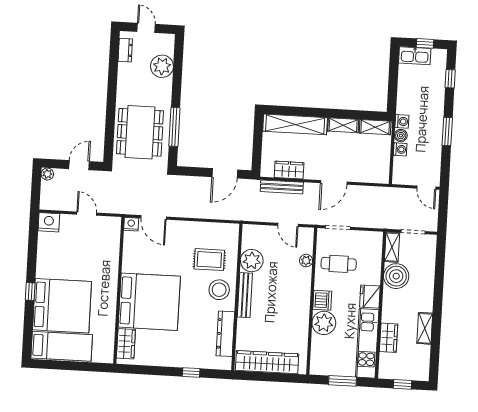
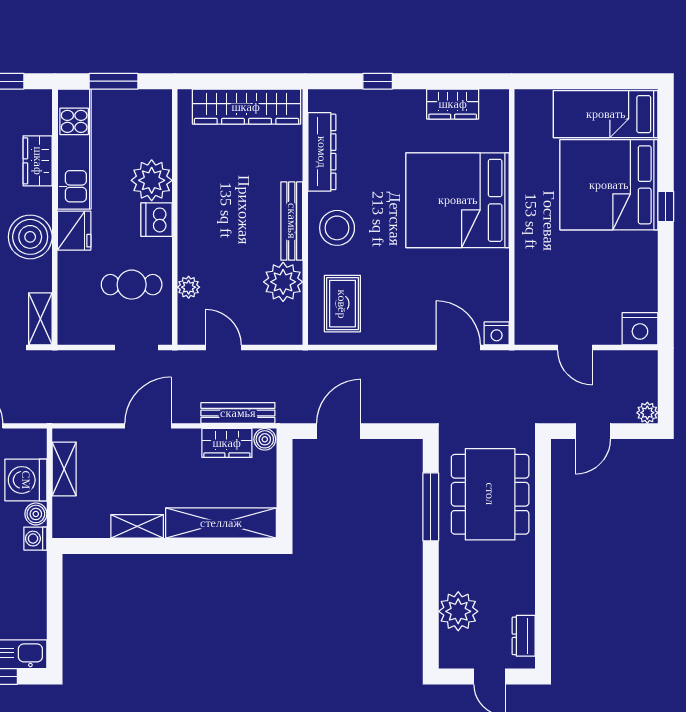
shelving: (375, 127) -> (64, 469), moved, turned 90
washing machine: (400, 149) -> (26, 480), width x1.89, depth x1.89
boiler: (267, 171) -> (265, 439), added
rug: (209, 260) -> (342, 304), moved, turned 90
boiler: (396, 276) -> (30, 237), moved
wardrobe: (126, 344) -> (453, 104), moved, turned -90

